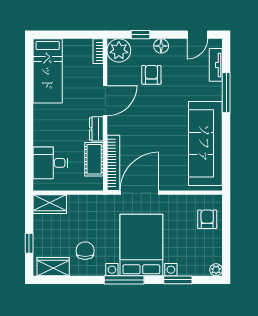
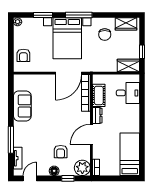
sofa: (205, 143) -> (22, 106), width x0.54, depth x0.79
window: (29, 243) -> (142, 52), moved

